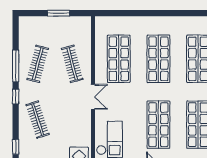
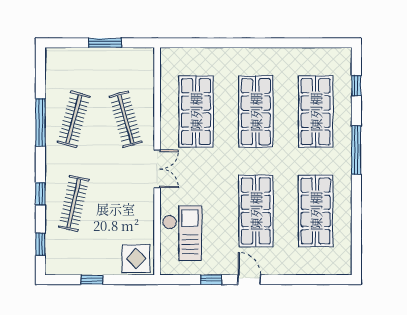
window: (16, 97) -> (40, 194), moved
clothes rail: (38, 120) -> (74, 203), turned 30

